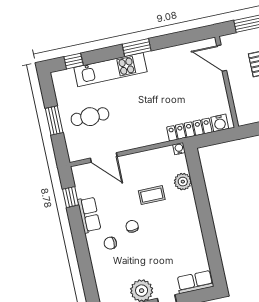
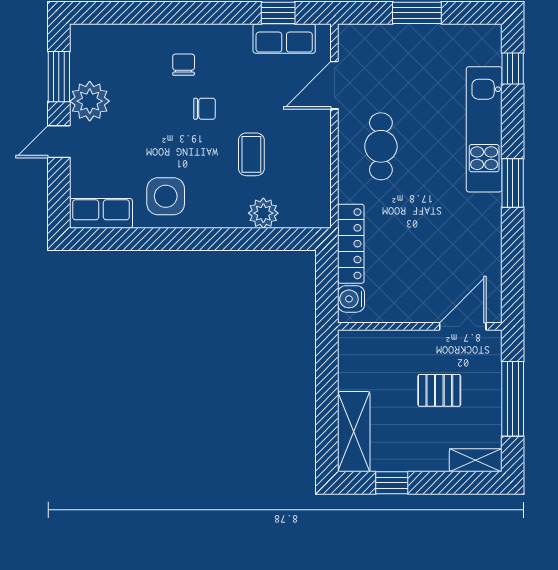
cafe table: (90, 117) -> (381, 146), moved
water cooler: (179, 149) -> (322, 219), removed
row of seats: (89, 215) -> (284, 39), moved
side table: (185, 237) -> (166, 196), added
row of seats: (195, 282) -> (101, 213), moved, turned -90

